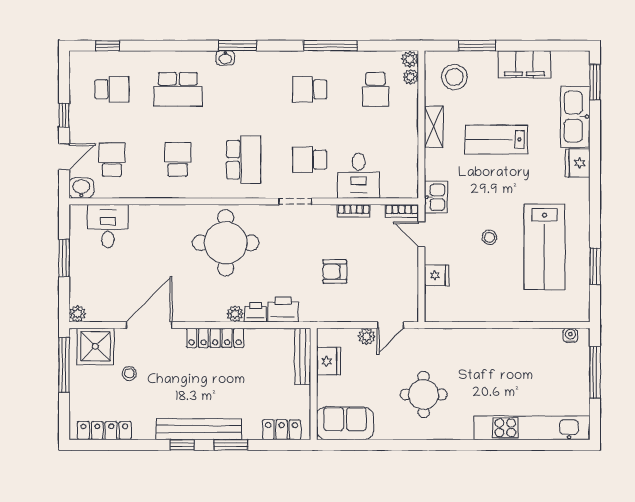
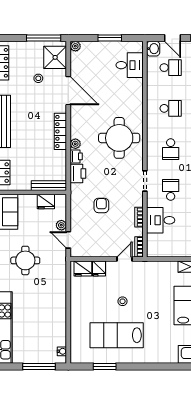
school desk: (244, 160) -> (171, 149), width x0.54
fridge: (578, 163) -> (83, 269), moved, turned 180
kitchen sink: (436, 197) -> (147, 268), removed

